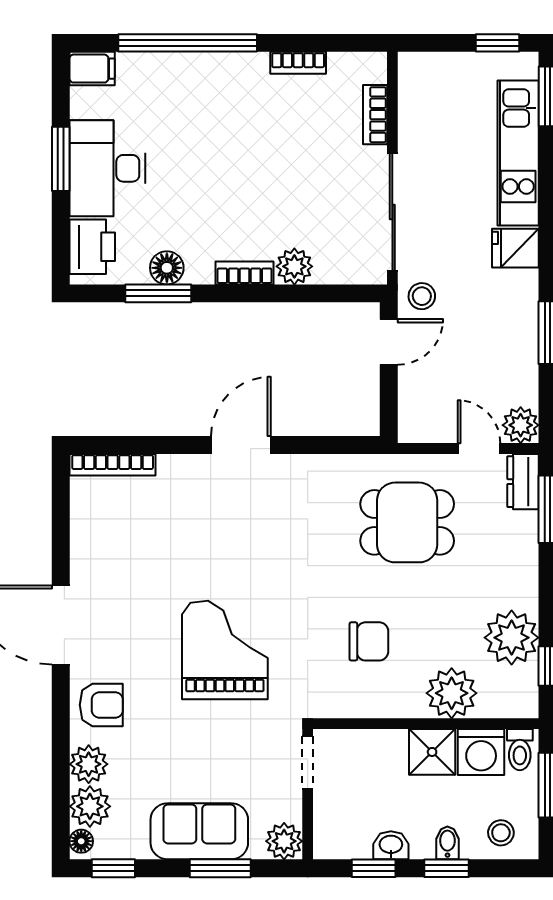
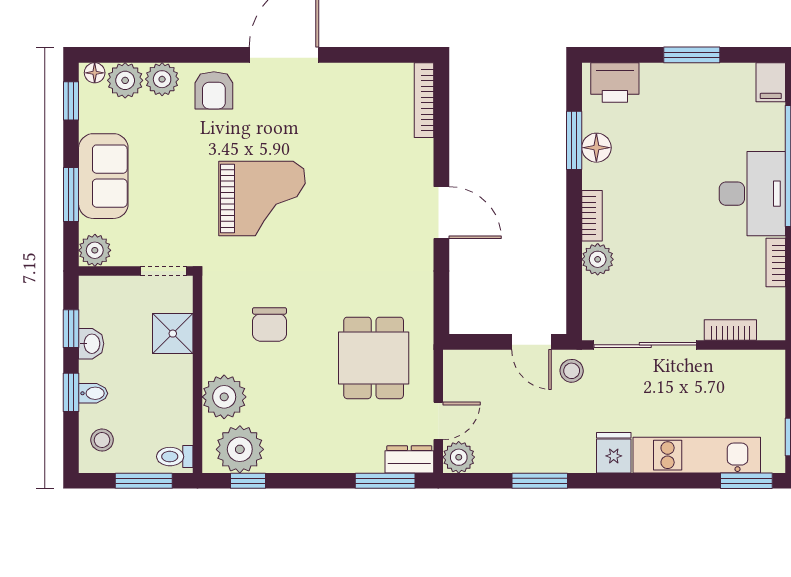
desk: (107, 168) -> (752, 194), moved, turned 90
plant: (512, 638) -> (240, 449), moved
shower: (432, 752) -> (173, 334), moved
washing machine: (481, 752) -> (173, 423), removed

